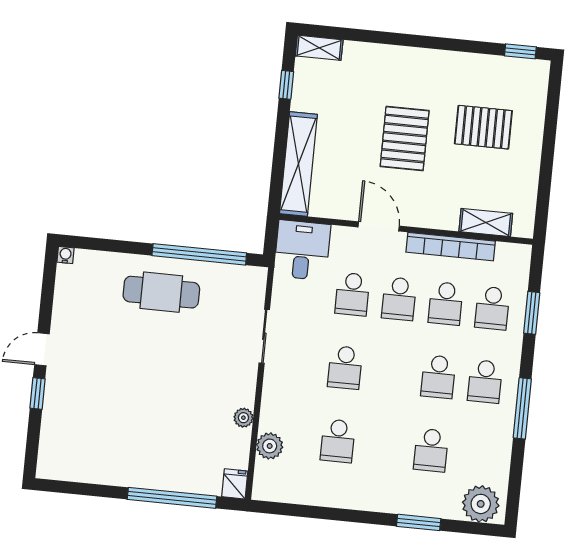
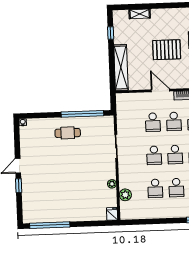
shelving: (319, 48) -> (140, 14), moved
pallet: (405, 138) -> (167, 50), turned 90
desk: (302, 250) -> (128, 106), removed
cafe table: (161, 292) -> (68, 133), width x0.73, depth x0.74
school desk: (392, 372) -> (175, 155), added
school desk: (384, 446) -> (176, 188), added
window: (172, 498) -> (50, 225), moved

